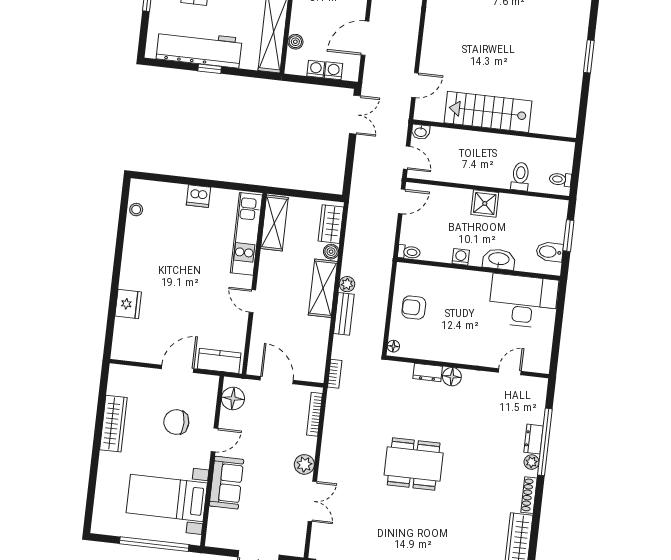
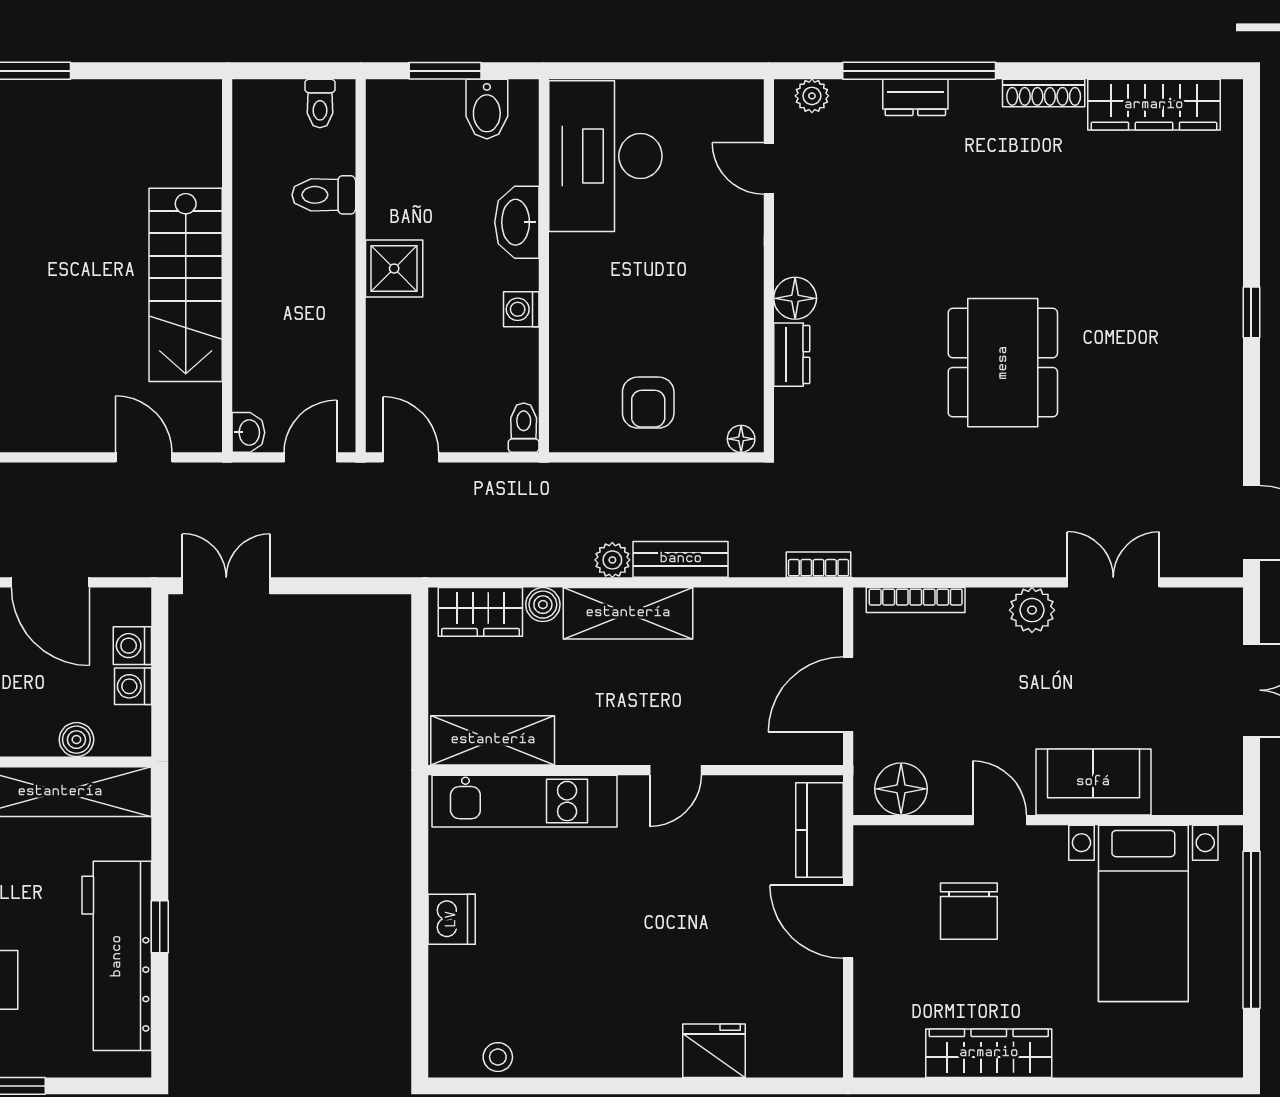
plant: (532, 462) -> (812, 96), moved

